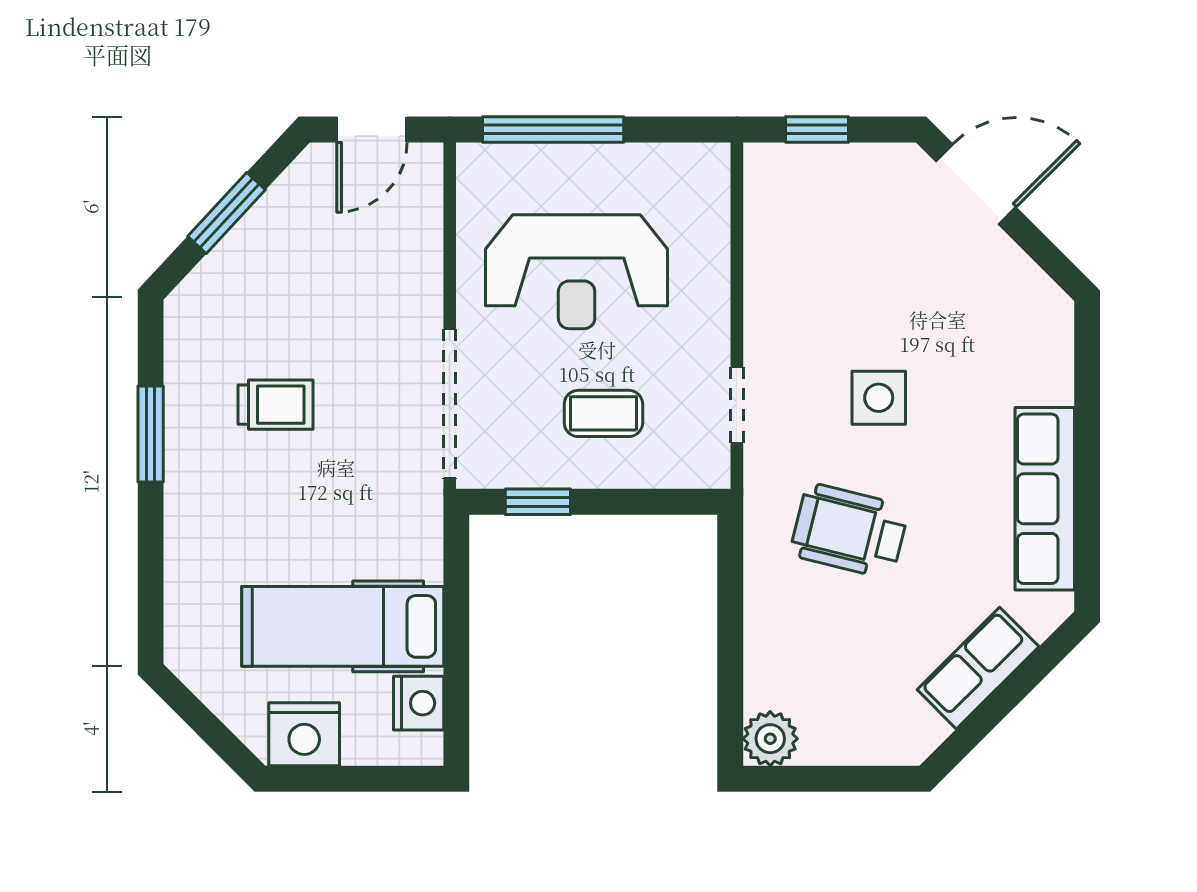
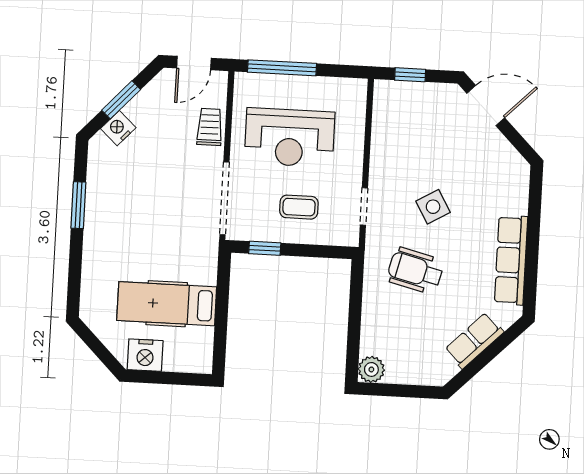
side table: (879, 398) -> (433, 207), turned -30
trolley: (275, 405) -> (210, 127), moved, turned -90
nightstand: (419, 703) -> (118, 128), moved, turned -137

